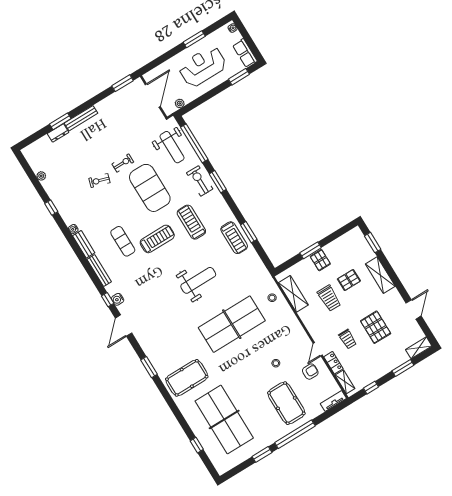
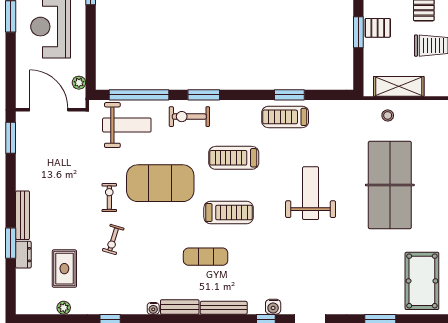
rug: (65, 162) -> (64, 269), added
treadmill: (234, 238) -> (285, 117), turned 180
treadmill: (157, 239) -> (229, 213), turned 90

